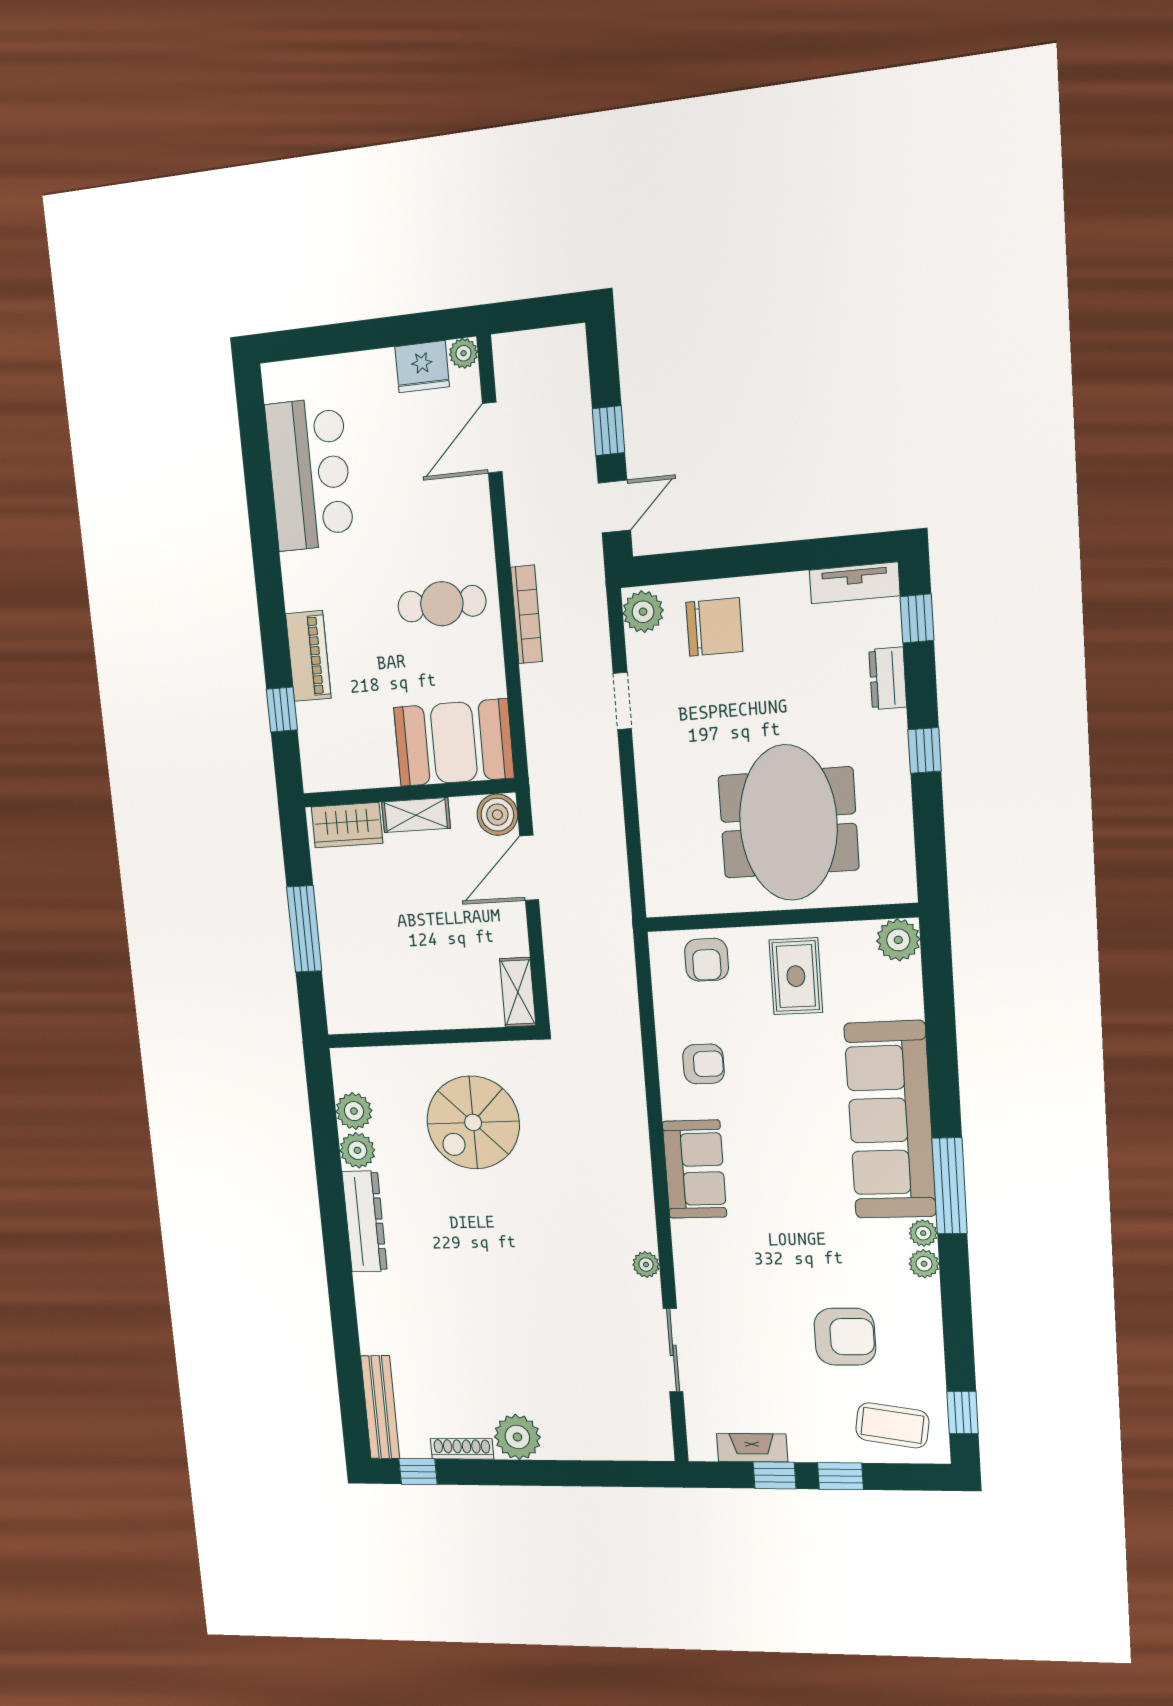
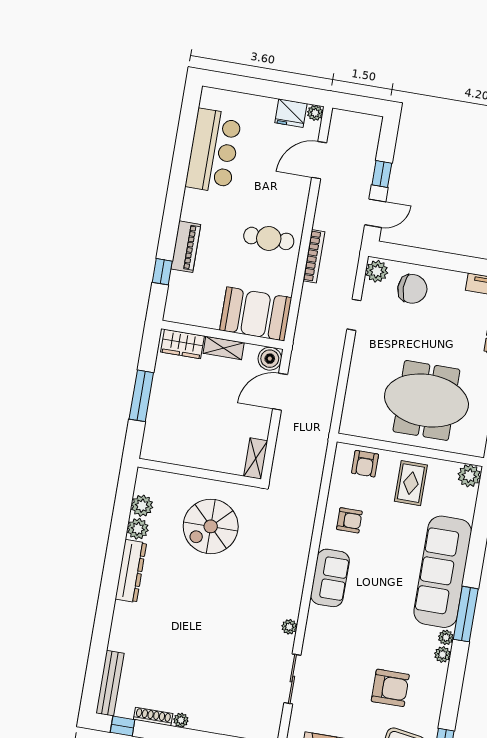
meeting table: (788, 823) -> (426, 400), turned 90
plant: (517, 1437) -> (181, 720), width x0.53, depth x0.53

